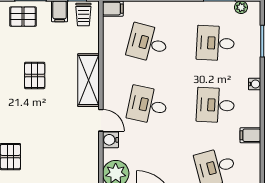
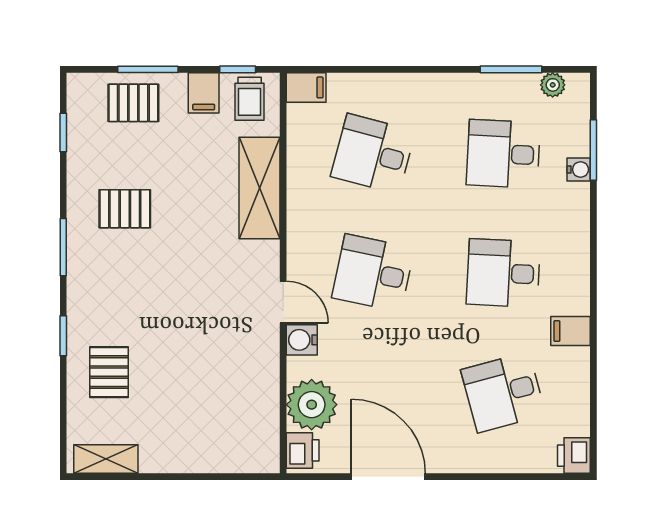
pallet: (35, 75) -> (125, 209), moved, turned 90
shelving: (89, 80) -> (259, 188), moved
water cooler: (255, 84) -> (579, 170), moved

